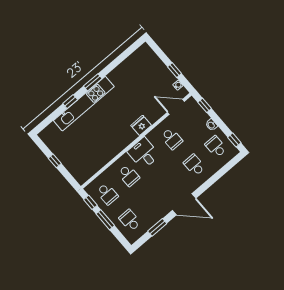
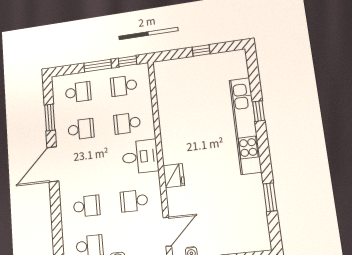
window: (93, 82) -> (270, 197), moved
school desk: (151, 202) -> (81, 129), added

